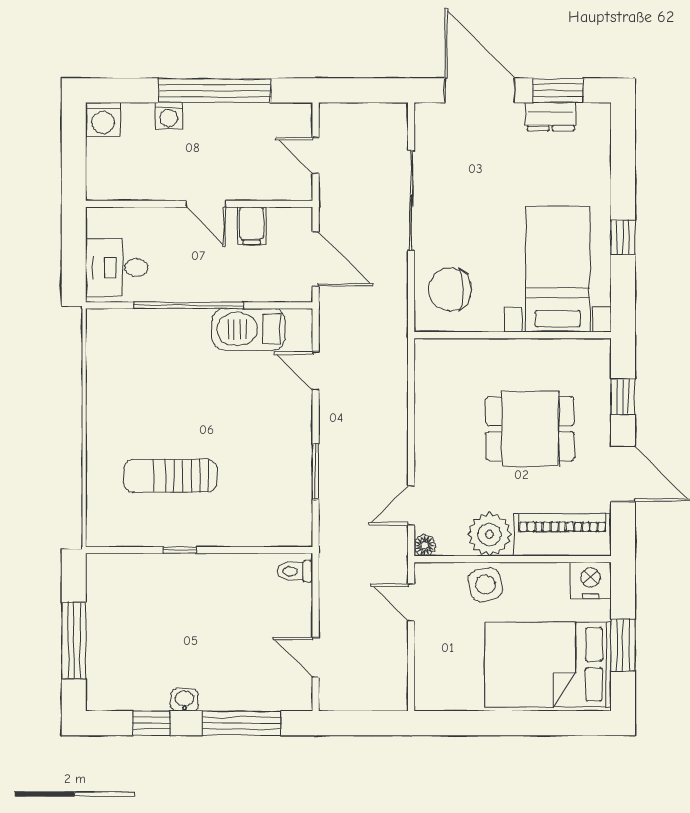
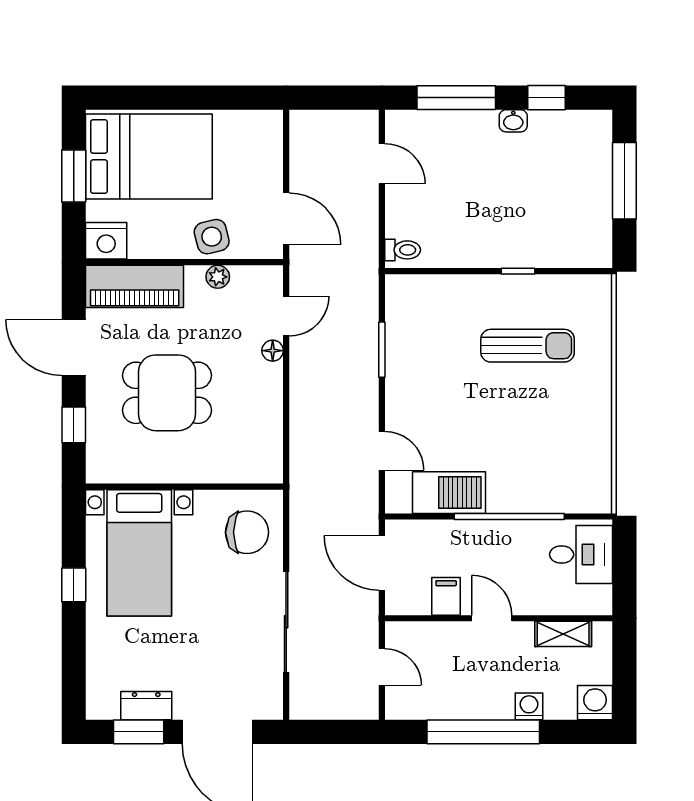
shelving: (135, 188) -> (563, 634), added
plant: (489, 534) -> (218, 277), width x0.53, depth x0.53
floor lamp: (425, 545) -> (273, 351), moved
door: (411, 602) -> (286, 219), width x1.38

